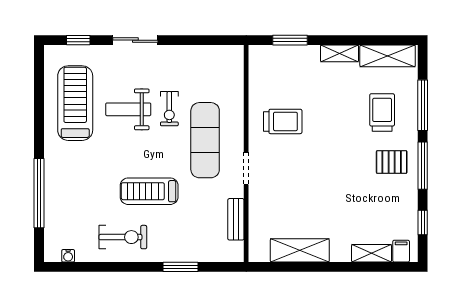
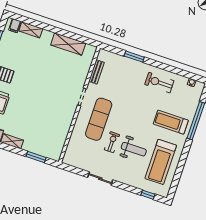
sliding door: (135, 40) -> (100, 179), moved
trolley: (283, 121) -> (54, 115), removed
treadmill: (149, 191) -> (171, 122), moved, turned 180

